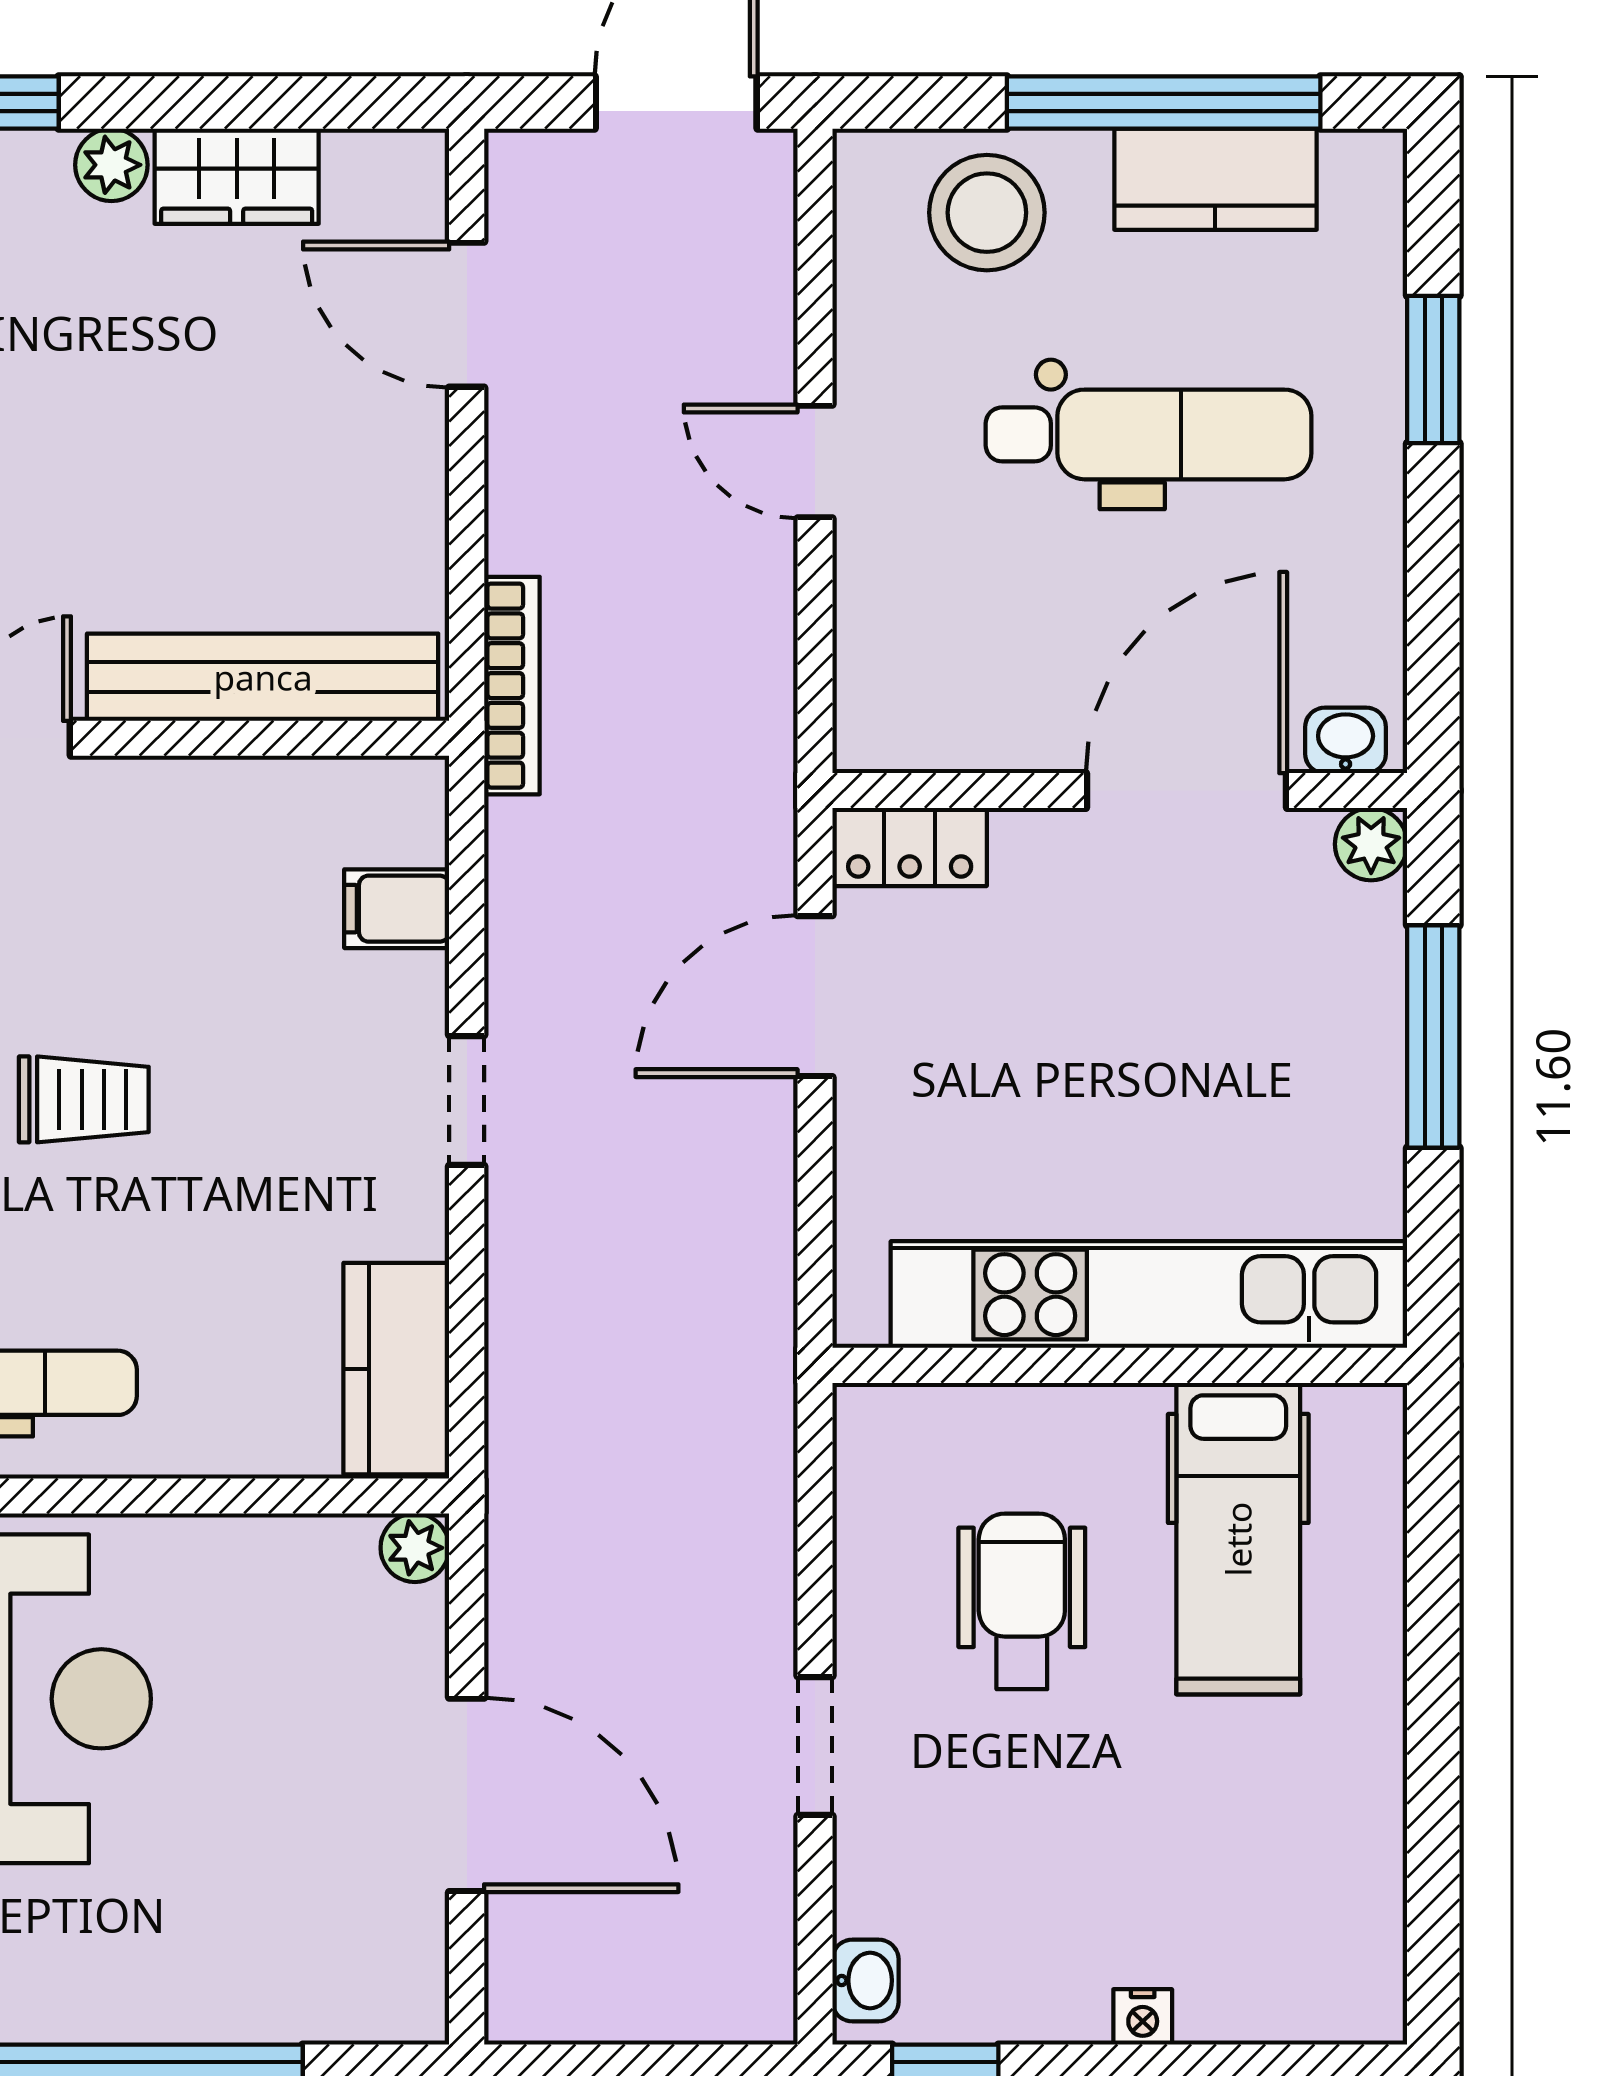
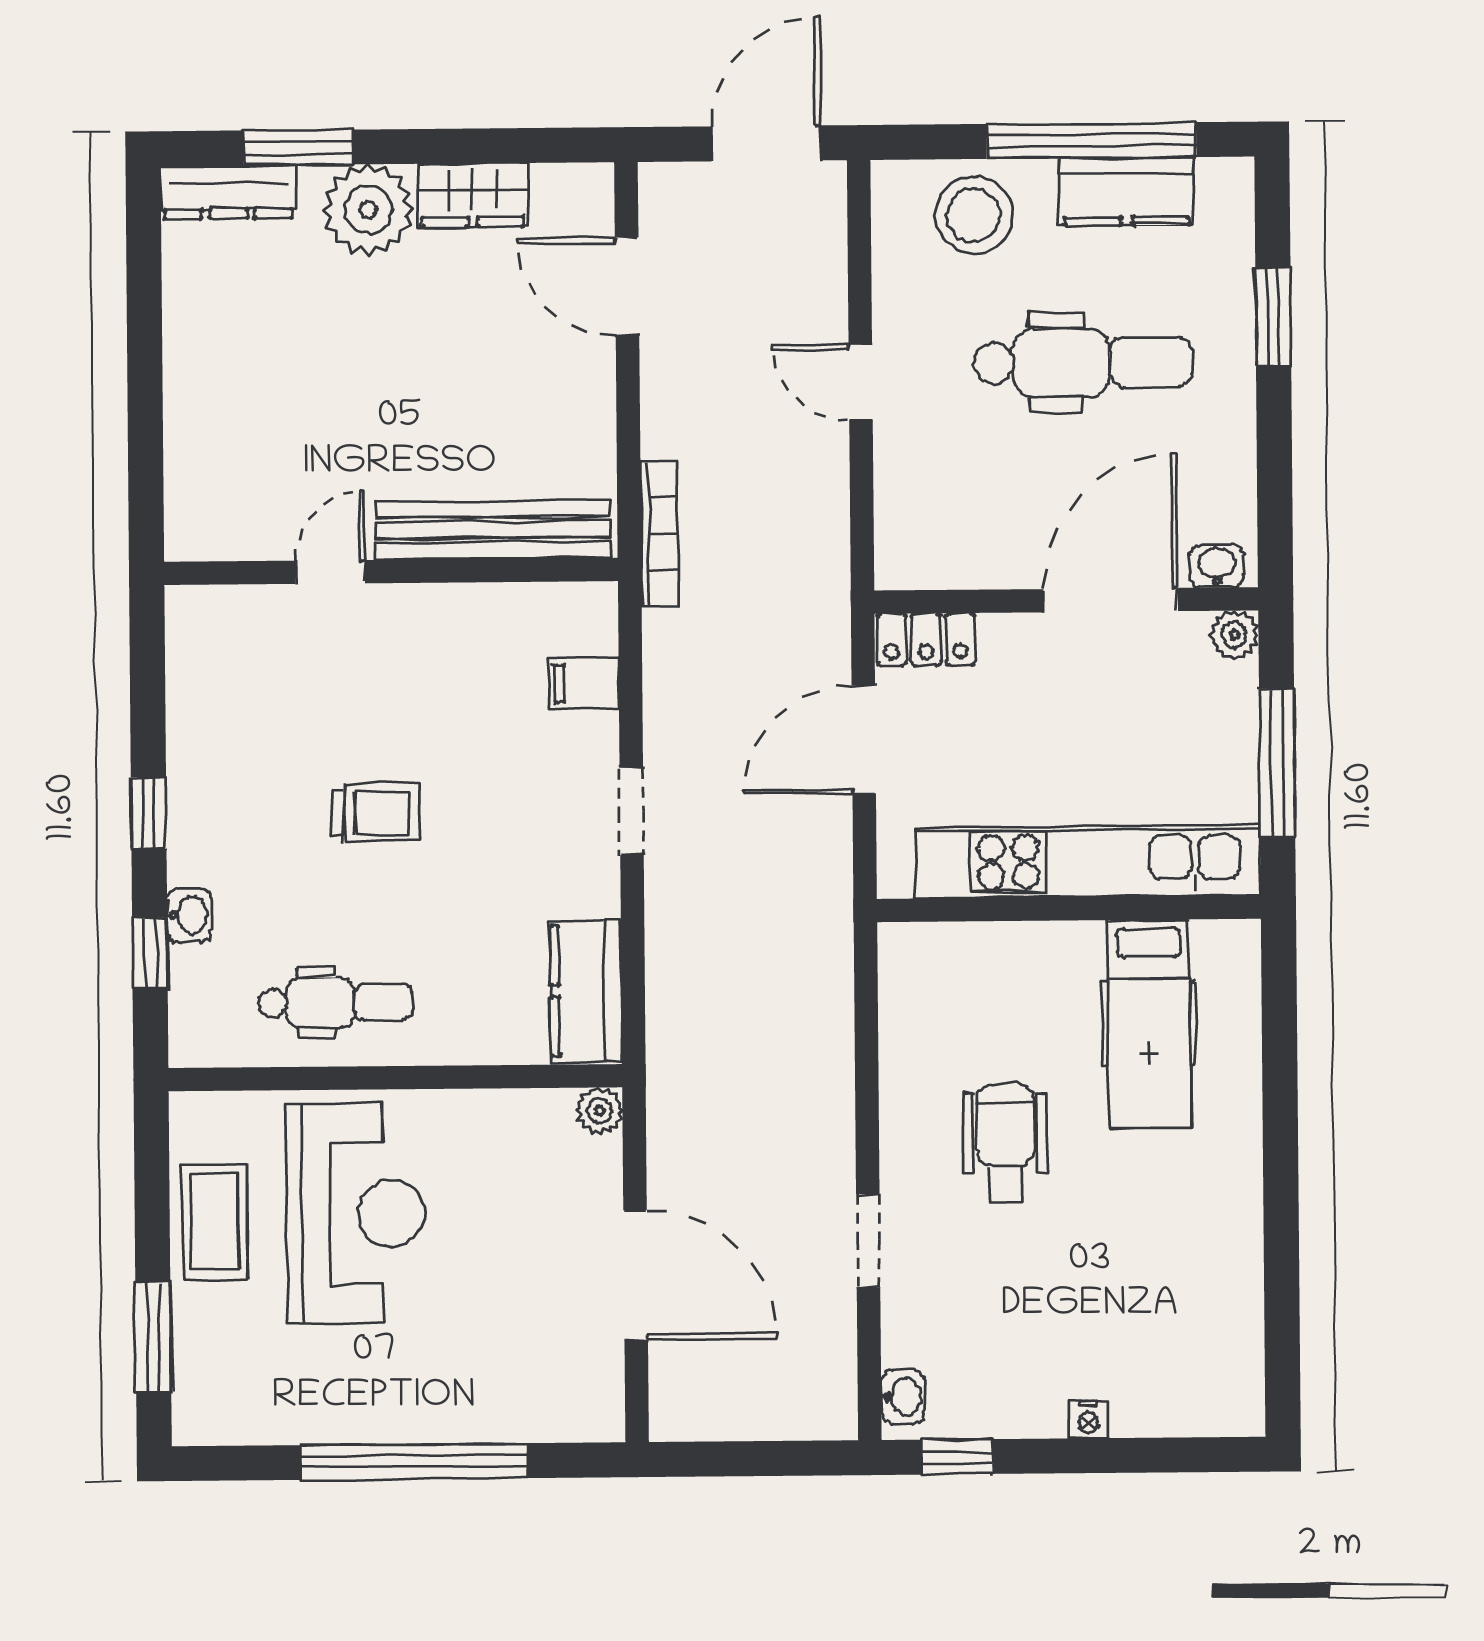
plant: (111, 165) -> (368, 210), width x1.88, depth x1.88
kitchen unit: (1149, 1295) -> (1088, 861), moved
wall: (1120, 1365) -> (1069, 909), moved
hospital bed: (1238, 1539) -> (1149, 1024), moved

